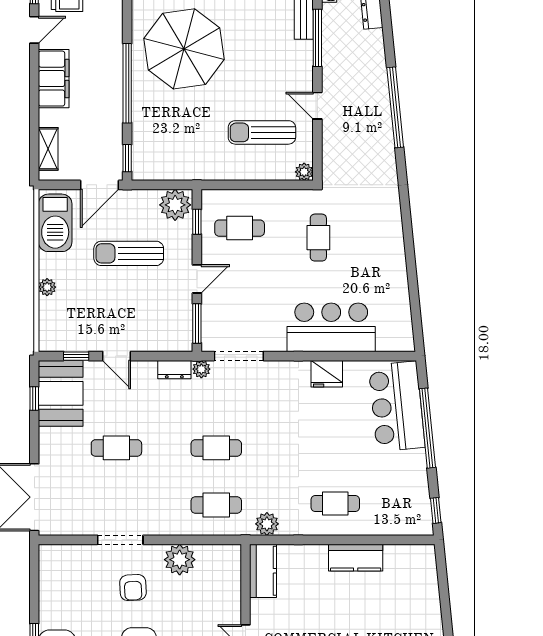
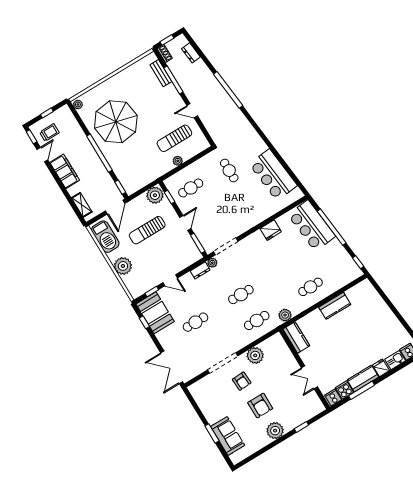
plant: (304, 172) -> (178, 161), moved
plant: (47, 287) -> (123, 266), width x1.87, depth x1.87
bar counter: (331, 327) -> (273, 175), moved, turned -96
doorway: (120, 540) -> (223, 363), width x1.36

